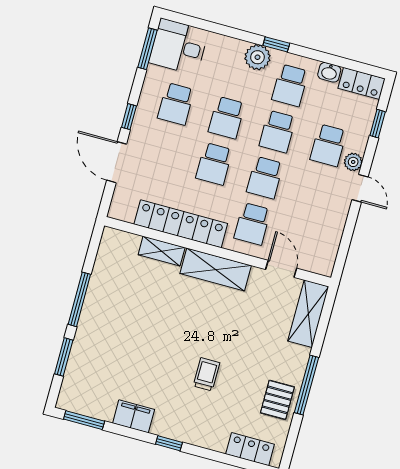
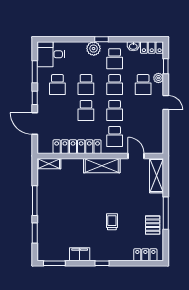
window: (147, 49) -> (35, 72), moved
plant: (353, 162) -> (158, 78), moved
shelving: (162, 251) -> (49, 164), moved

